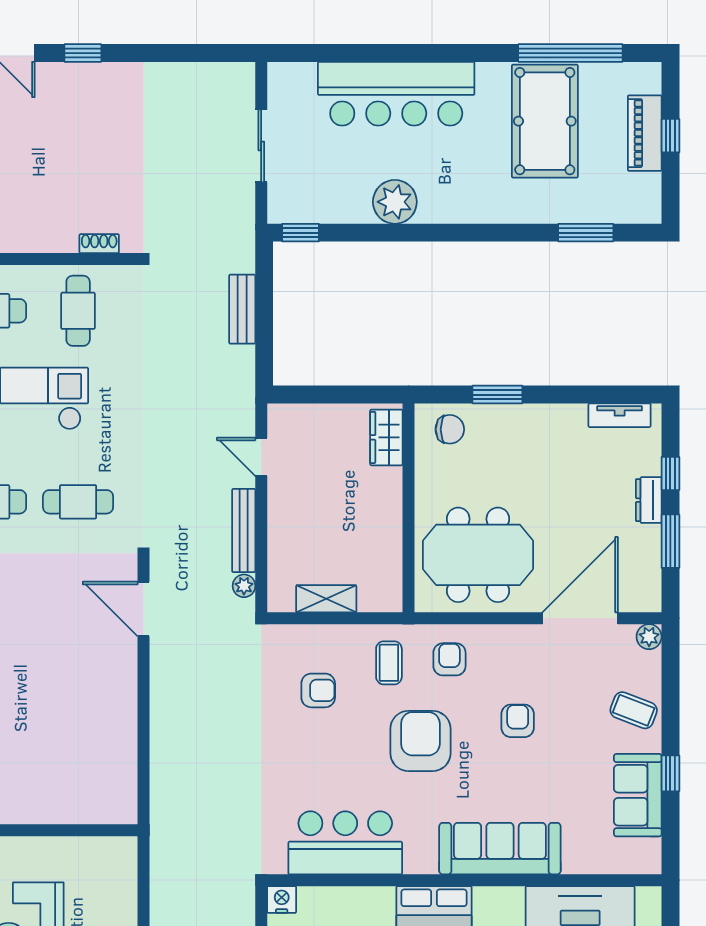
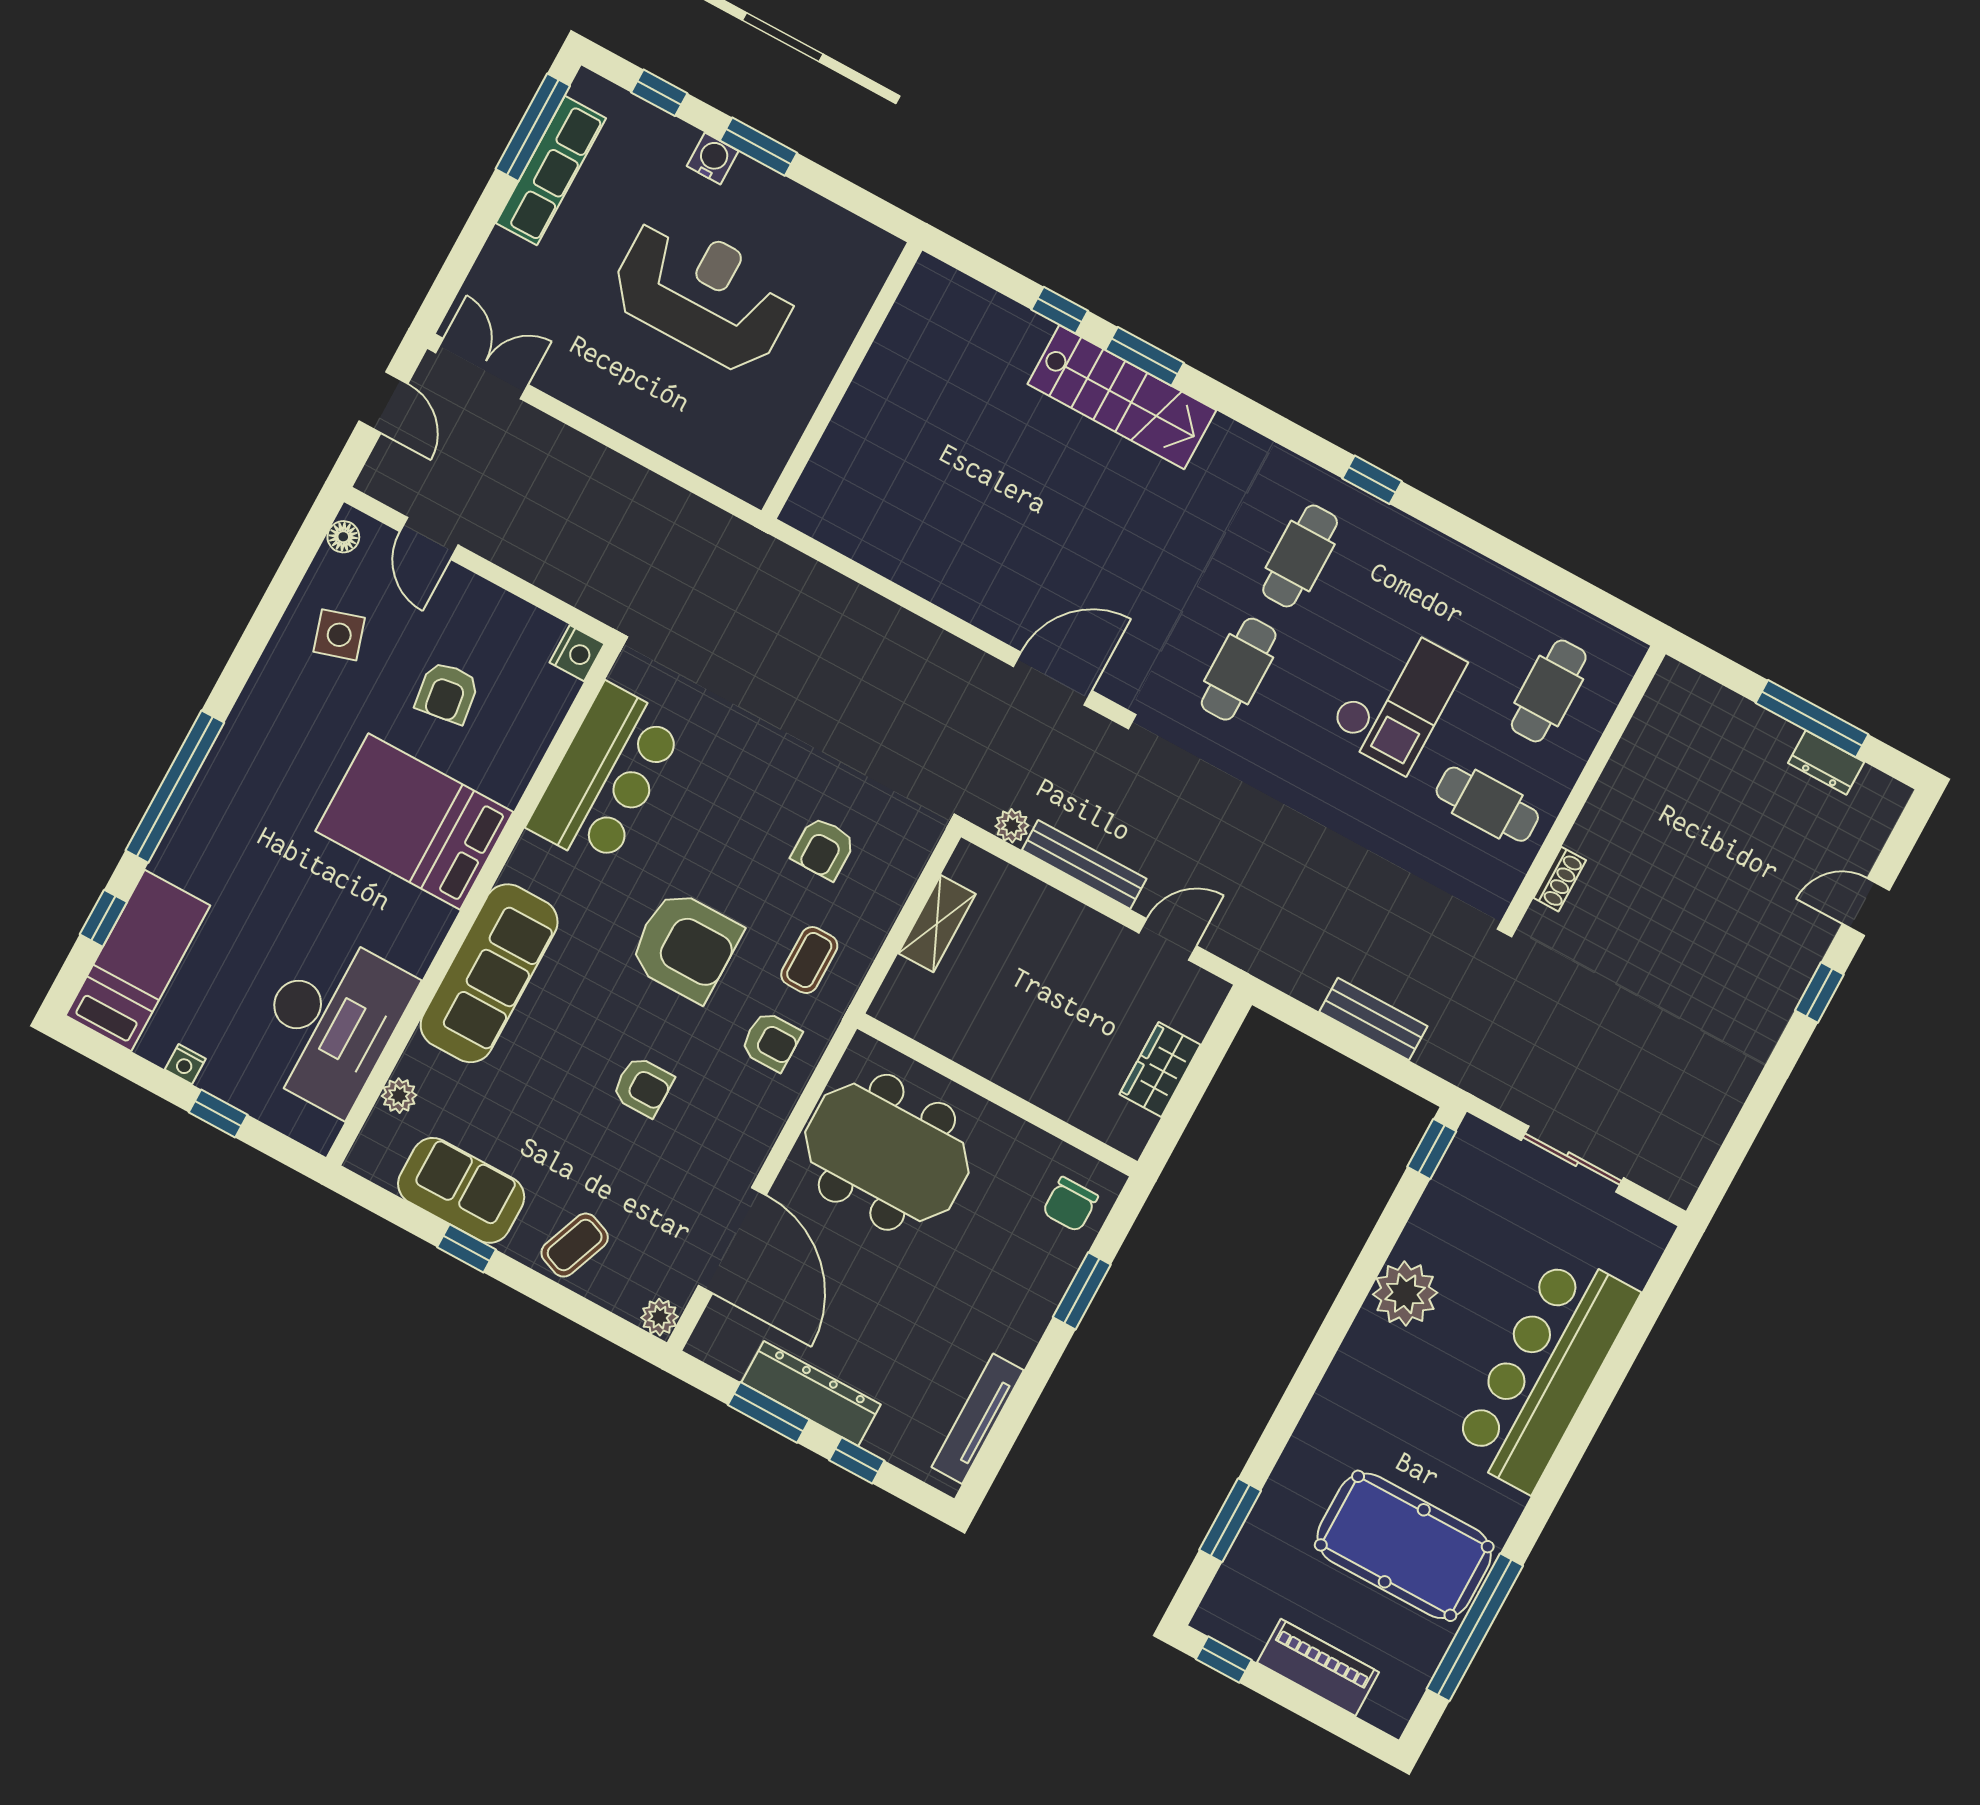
window: (670, 136) -> (1224, 1660), moved
tv unit: (620, 415) -> (978, 1419), width x1.41
wardrobe: (386, 437) -> (1160, 1070), moved, turned -90
dresser: (649, 500) -> (811, 1394), width x1.96, depth x1.24
meeting table: (478, 555) -> (887, 1152), turned 90
coffee table: (389, 663) -> (809, 960), turned 90
plant: (601, 863) -> (399, 1096), added

